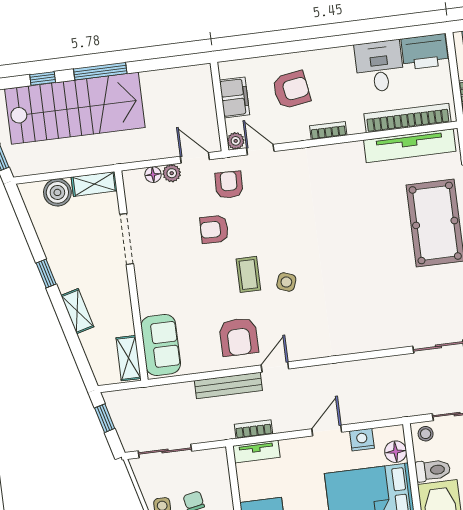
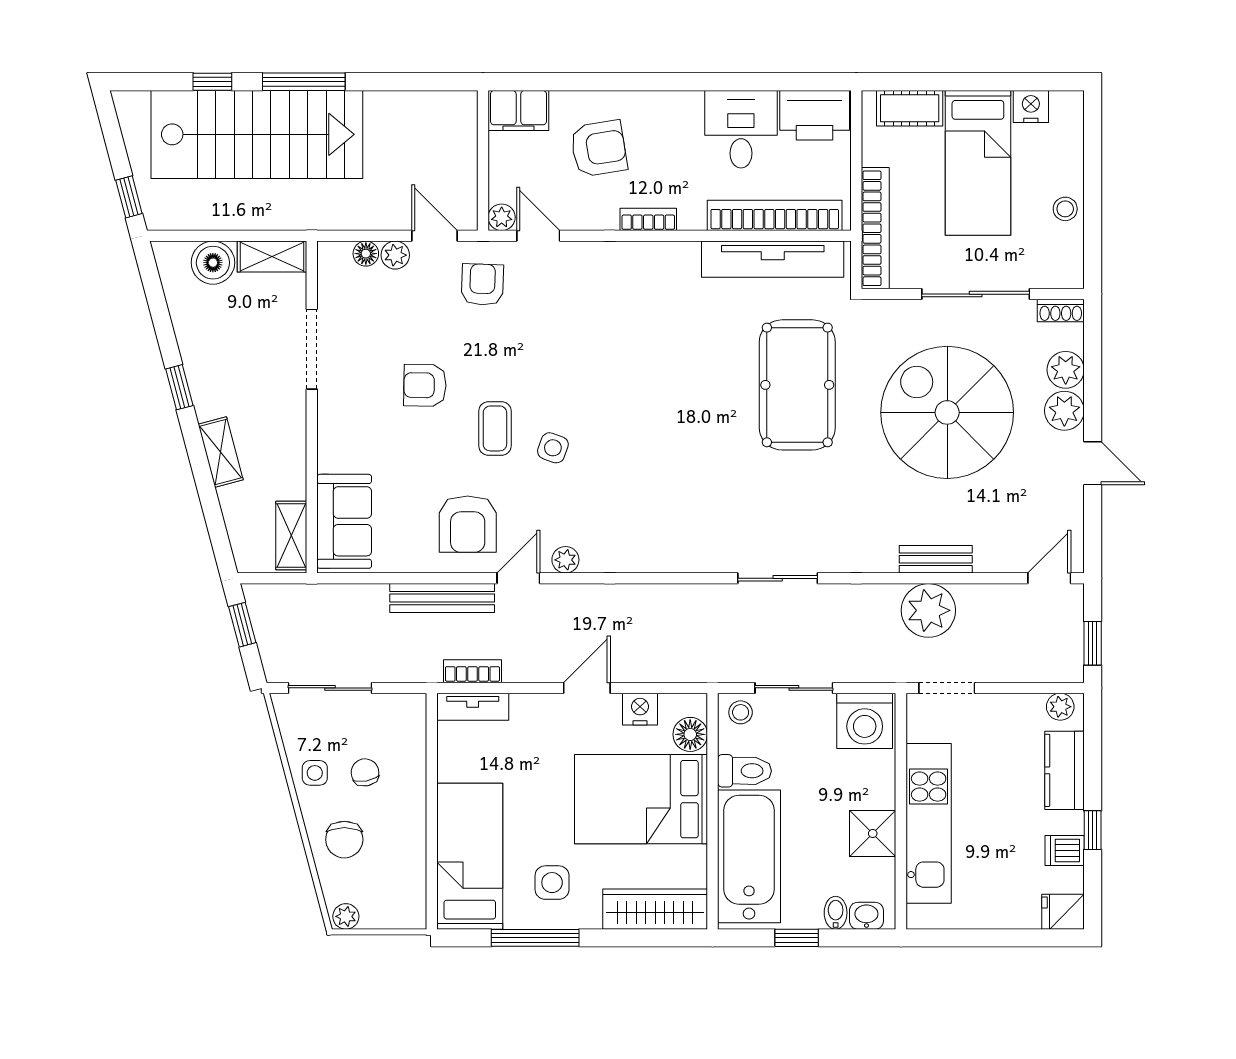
filing cabinet: (235, 97) -> (518, 110), moved, turned 90
armchair: (214, 229) -> (425, 385), moved
plant: (303, 352) -> (565, 560), added

